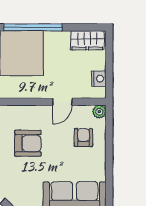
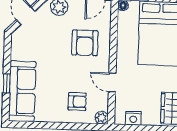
armchair: (28, 143) -> (85, 43), moved

